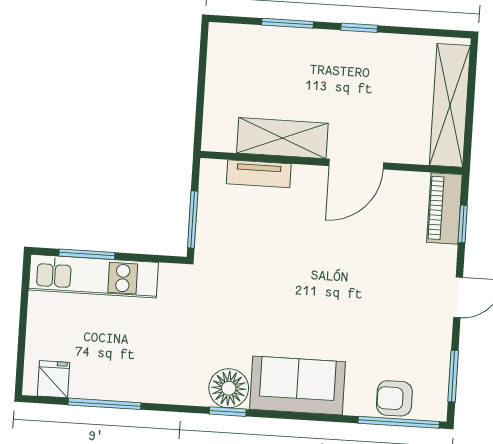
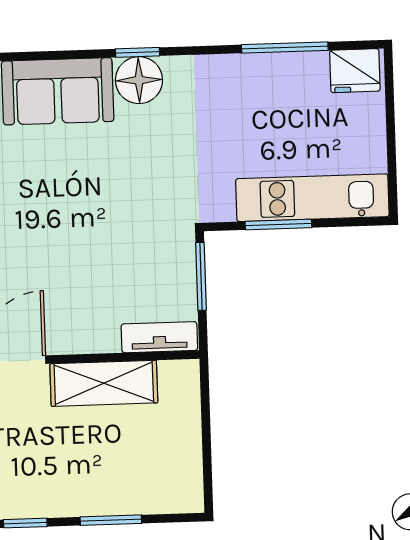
tv unit: (259, 174) -> (159, 337), moved
window: (87, 254) -> (278, 225), moved
fridge: (53, 379) -> (355, 71), width x1.38

